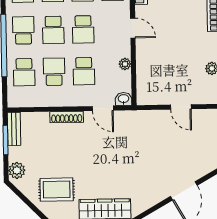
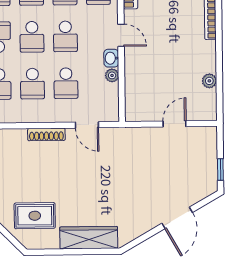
school desk: (54, 72) -> (32, 84), turned 180
washbasin: (124, 99) -> (111, 58), moved, turned -90
door: (181, 107) -> (174, 124), swing flipped

